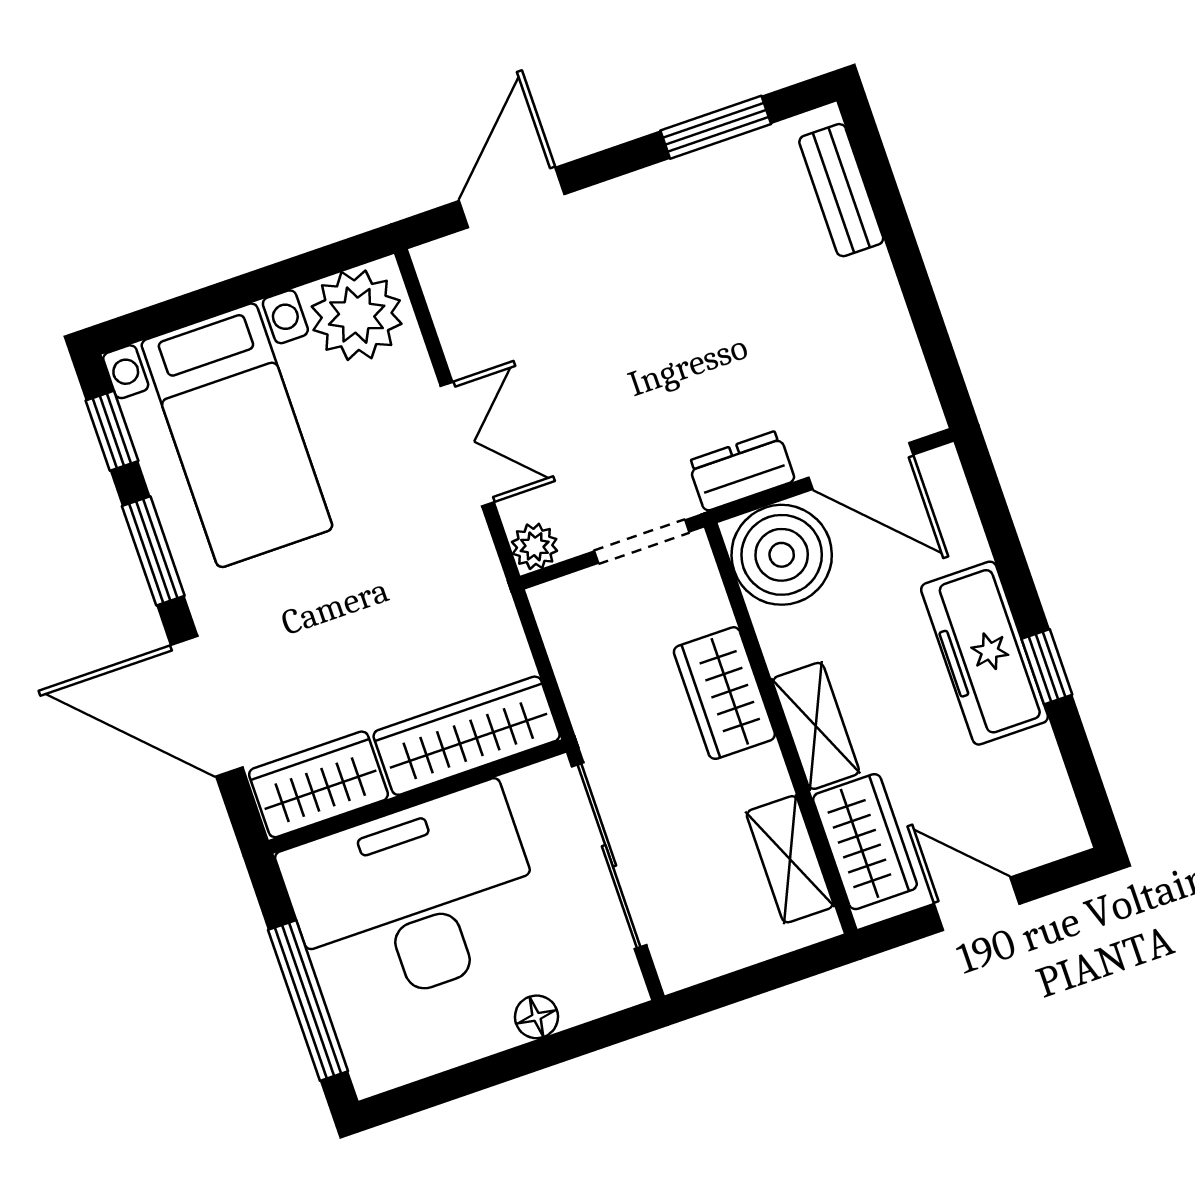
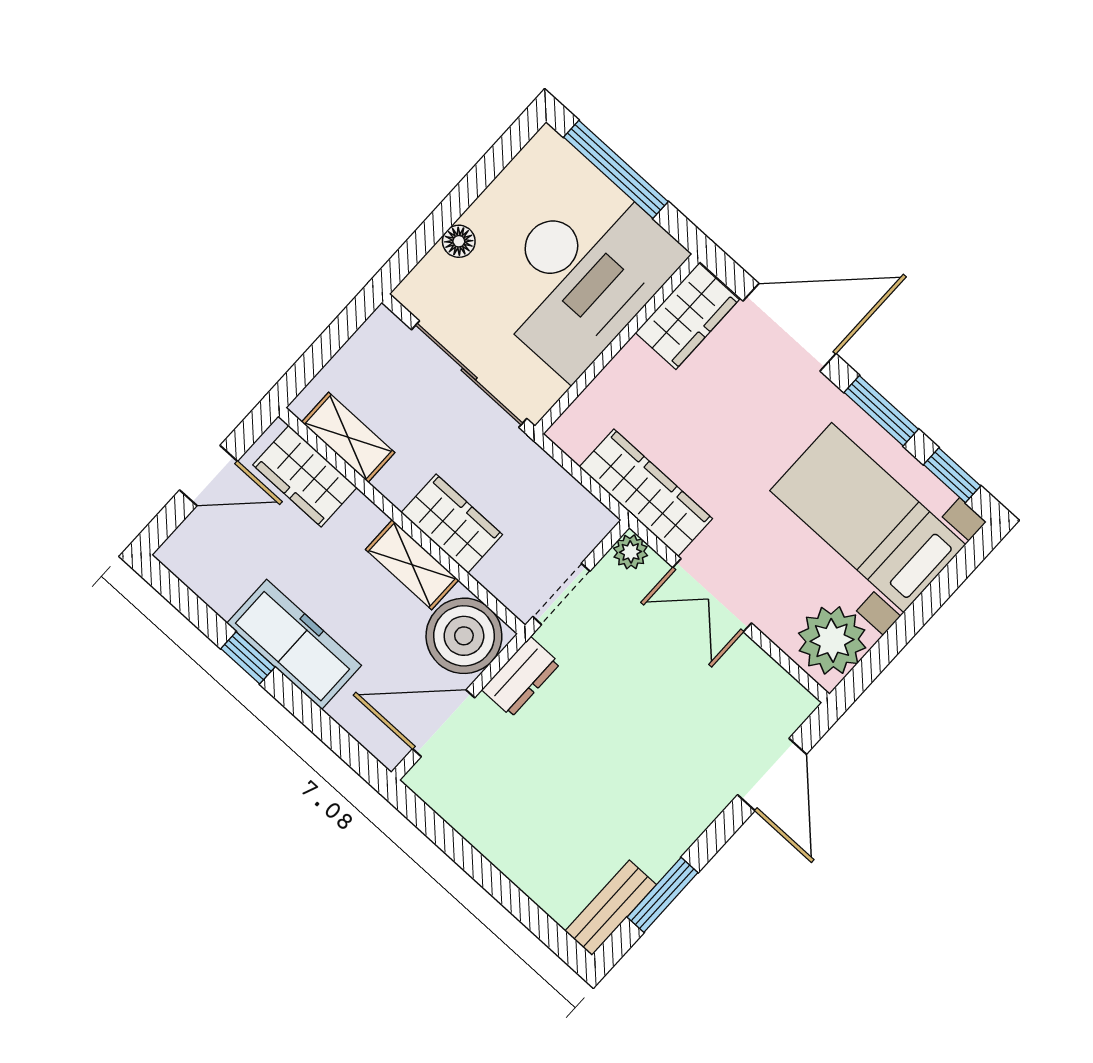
bench: (841, 190) -> (611, 908), moved, turned 90
shelving: (816, 726) -> (412, 565), moved
wardrobe: (467, 736) -> (646, 493), moved, turned -90

